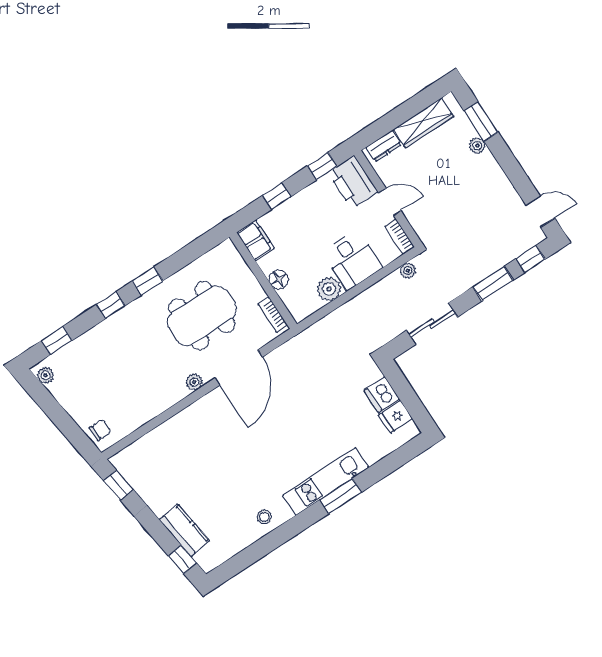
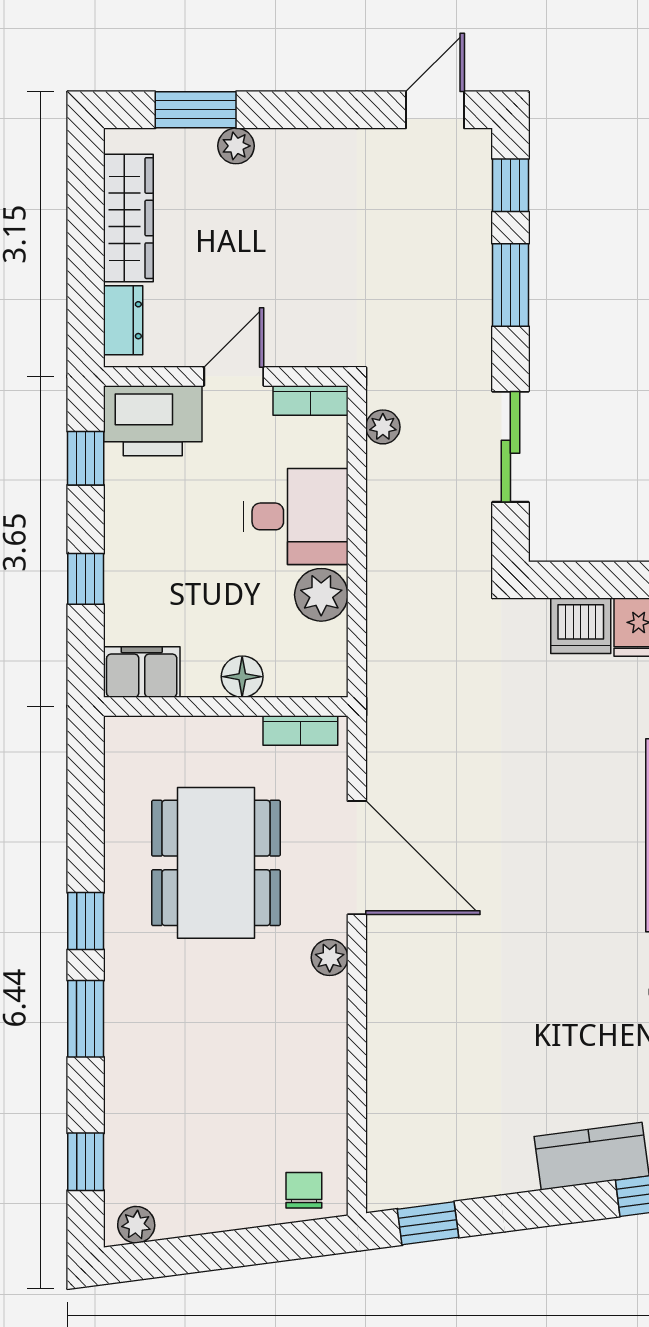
window: (111, 305) -> (86, 1019), width x1.50

